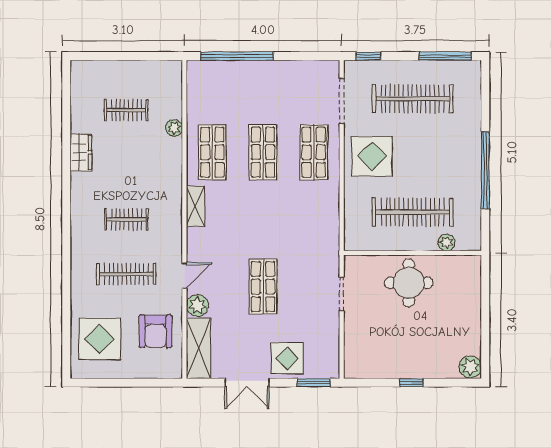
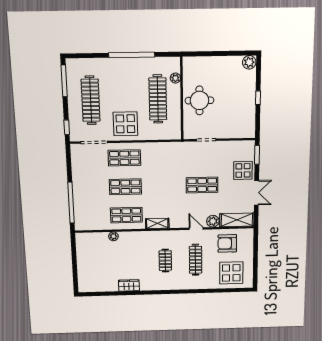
clothes rail: (126, 110) -> (105, 262), removed
armchair: (156, 331) -> (227, 243), turned 180

